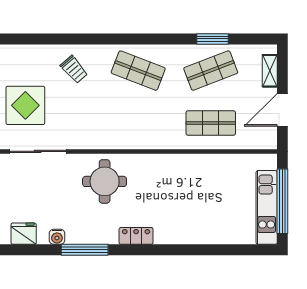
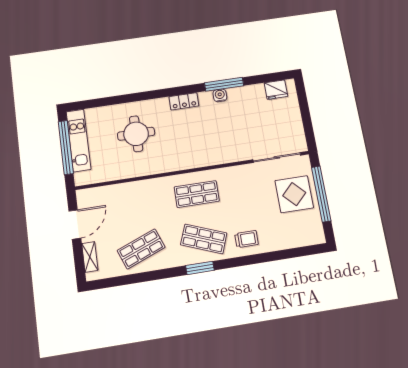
window: (212, 39) -> (200, 268), moved
trolley: (74, 69) -> (247, 239), moved, turned 131
shop shelf: (211, 123) -> (197, 194), moved
round table: (105, 181) -> (136, 134), moved
water cooler: (57, 237) -> (220, 95), moved

